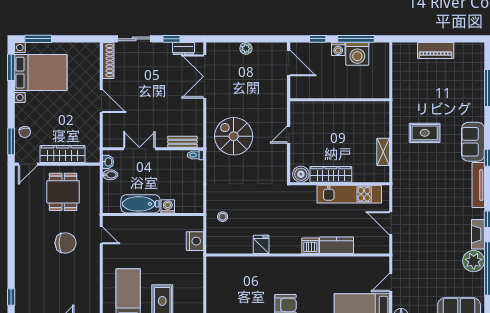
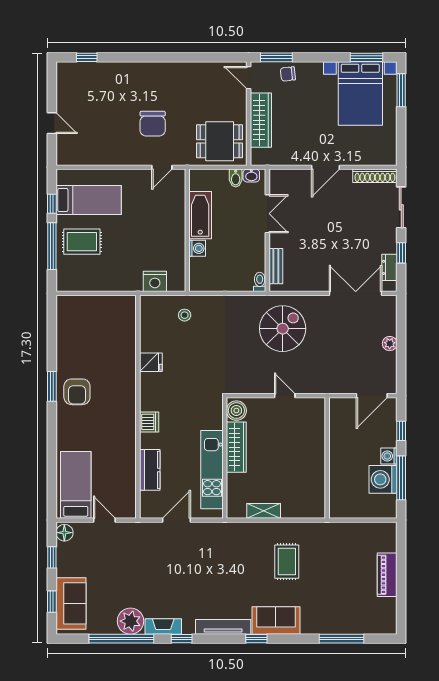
dining table: (63, 192) -> (220, 141), moved
kitchen counter: (336, 245) -> (150, 470), moved

